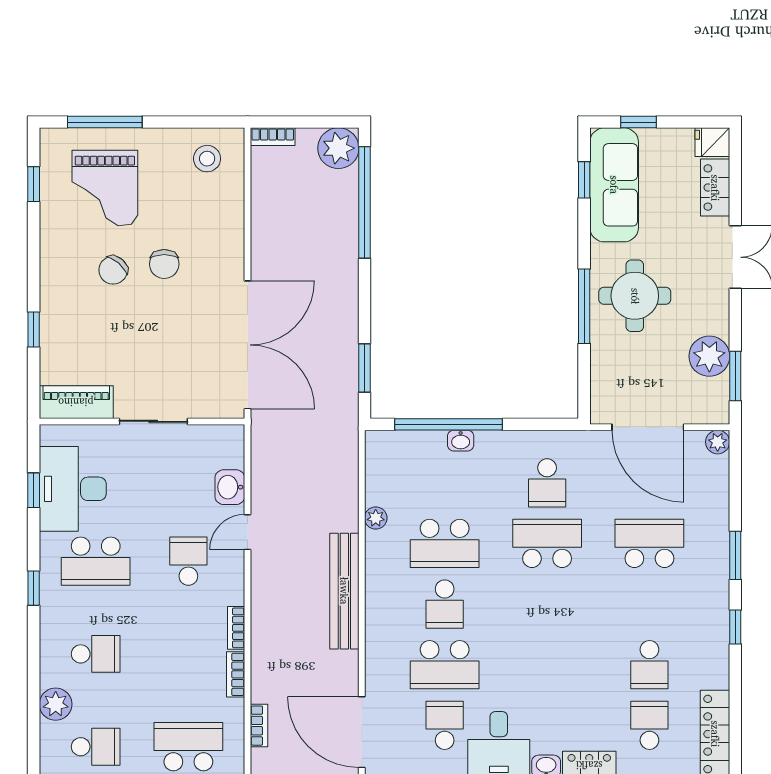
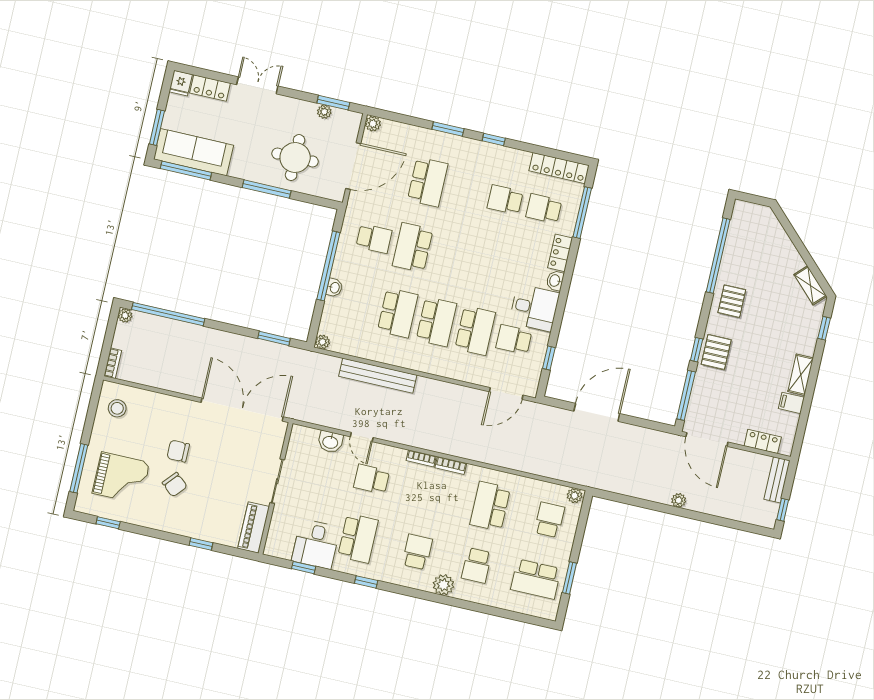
window: (639, 122) -> (157, 127), width x1.50
plant: (338, 148) -> (125, 315), width x0.53, depth x0.53
window: (584, 180) -> (186, 171), width x2.17
chair: (164, 264) -> (178, 451), turned 180
round table: (635, 296) -> (295, 158), moved
plant: (709, 356) -> (324, 112), width x0.53, depth x0.53
window: (448, 424) -> (328, 266), moved
desk: (73, 489) -> (316, 544), width x0.73
plant: (376, 518) -> (322, 342), moved
school desk: (649, 543) -> (428, 182), turned 180
bench: (344, 591) -> (378, 376), moved
school desk: (445, 604) -> (436, 322), width x1.85
school desk: (649, 665) -> (505, 200), turned 180
bookcase: (259, 726) -> (487, 458), removed
door: (362, 732) -> (506, 393), width x0.73
school desk: (96, 747) -> (477, 565), turned 180

